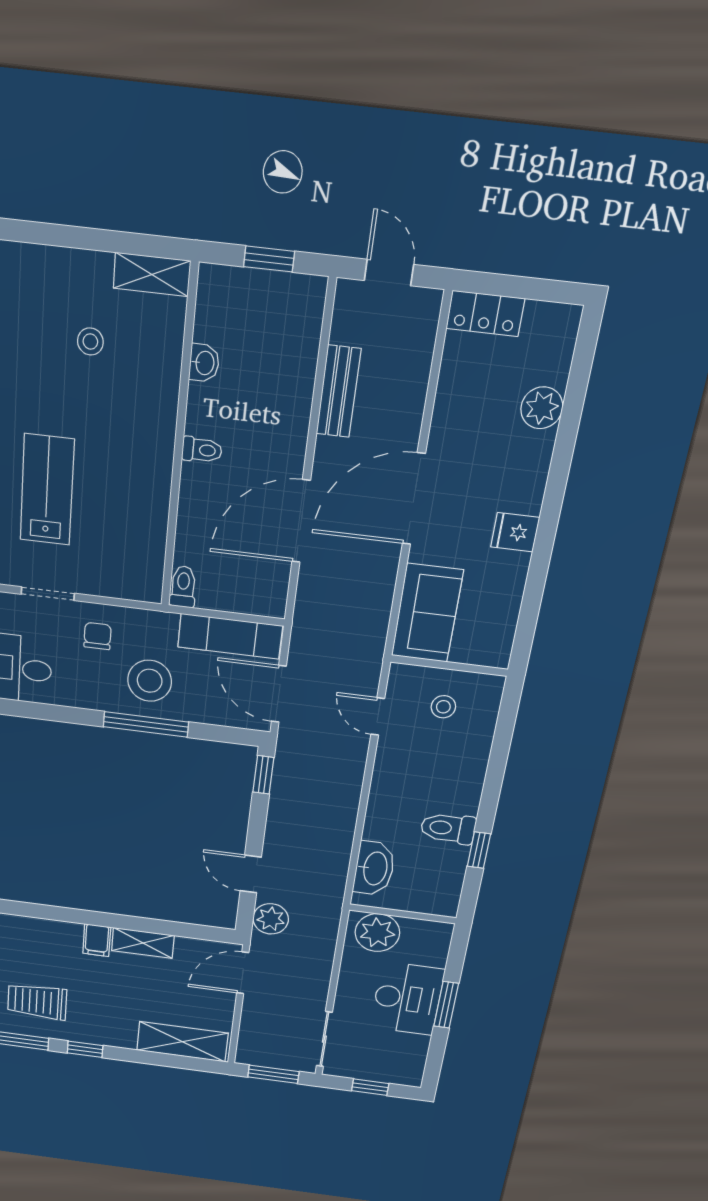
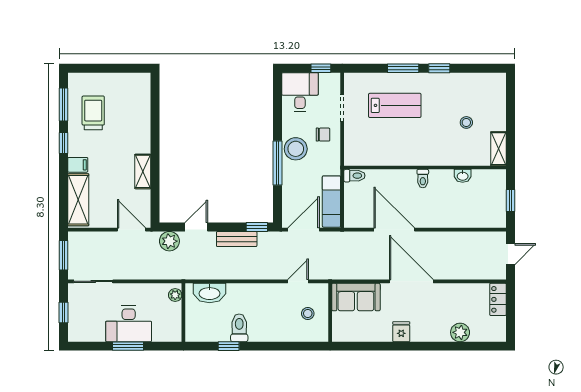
bench: (338, 391) -> (237, 239), moved
stool: (150, 681) -> (296, 149), moved
plant: (377, 933) -> (175, 295), width x0.53, depth x0.53
filing cabinet: (97, 940) -> (78, 165), moved, turned 180

